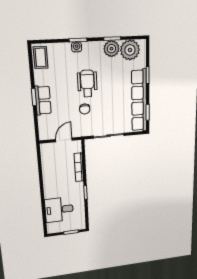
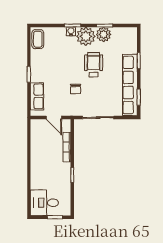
plant: (130, 50) -> (86, 36), moved
wheelchair: (87, 83) -> (94, 65), moved
row of seats: (43, 100) -> (37, 96), moved
door: (64, 140) -> (54, 118), swing flipped
desk: (59, 210) -> (44, 203), moved

